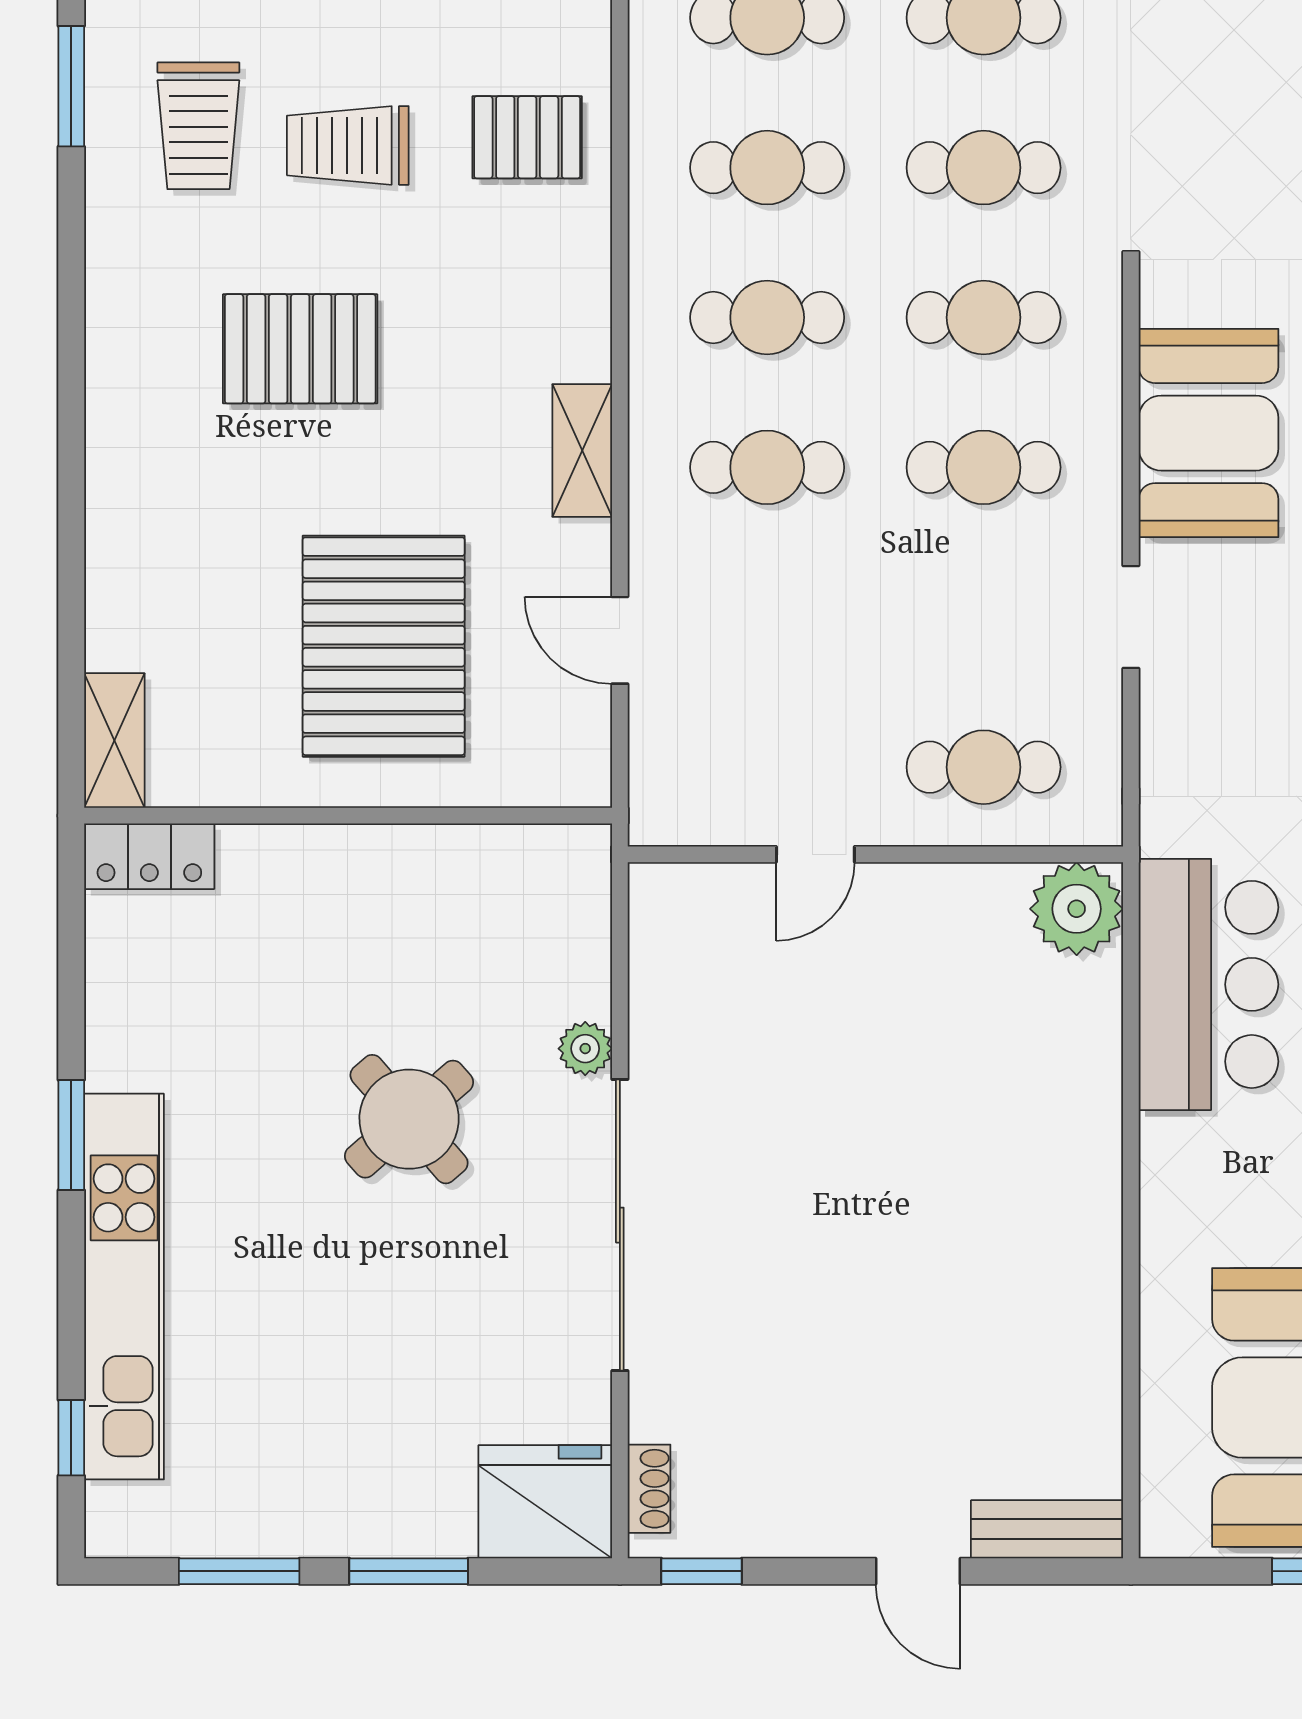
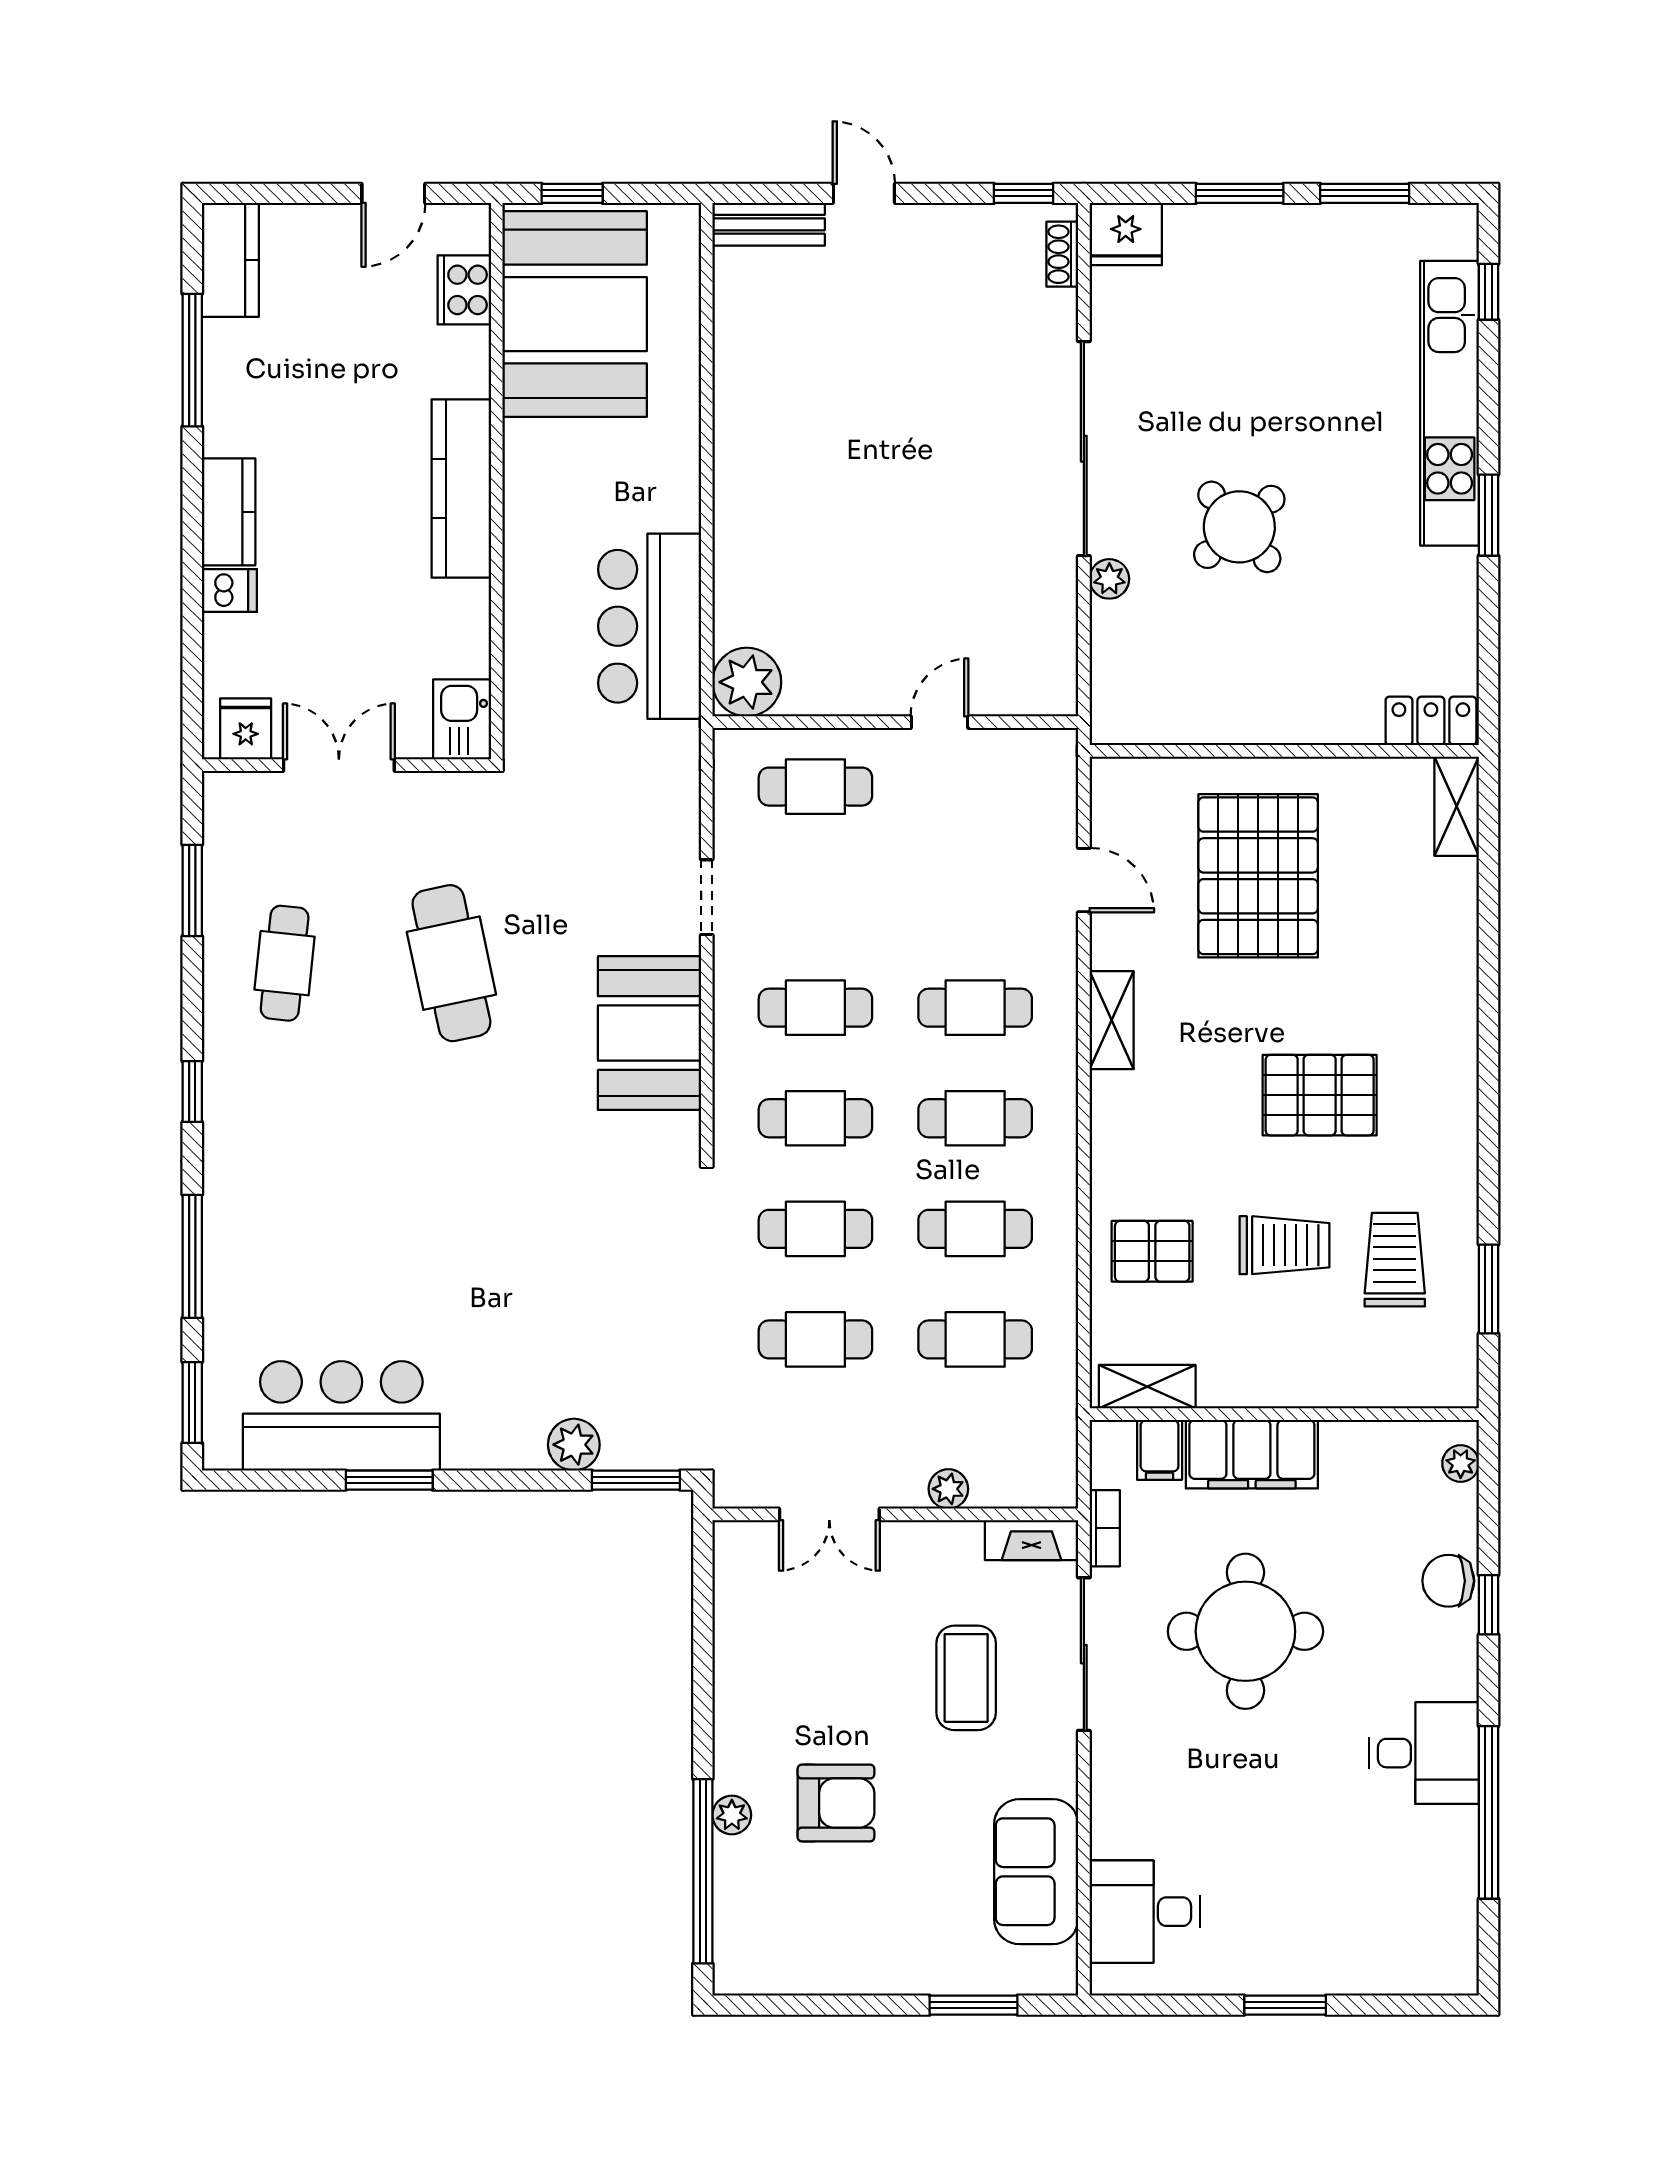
fridge: (545, 1502) -> (1126, 234), width x0.73, depth x0.75

